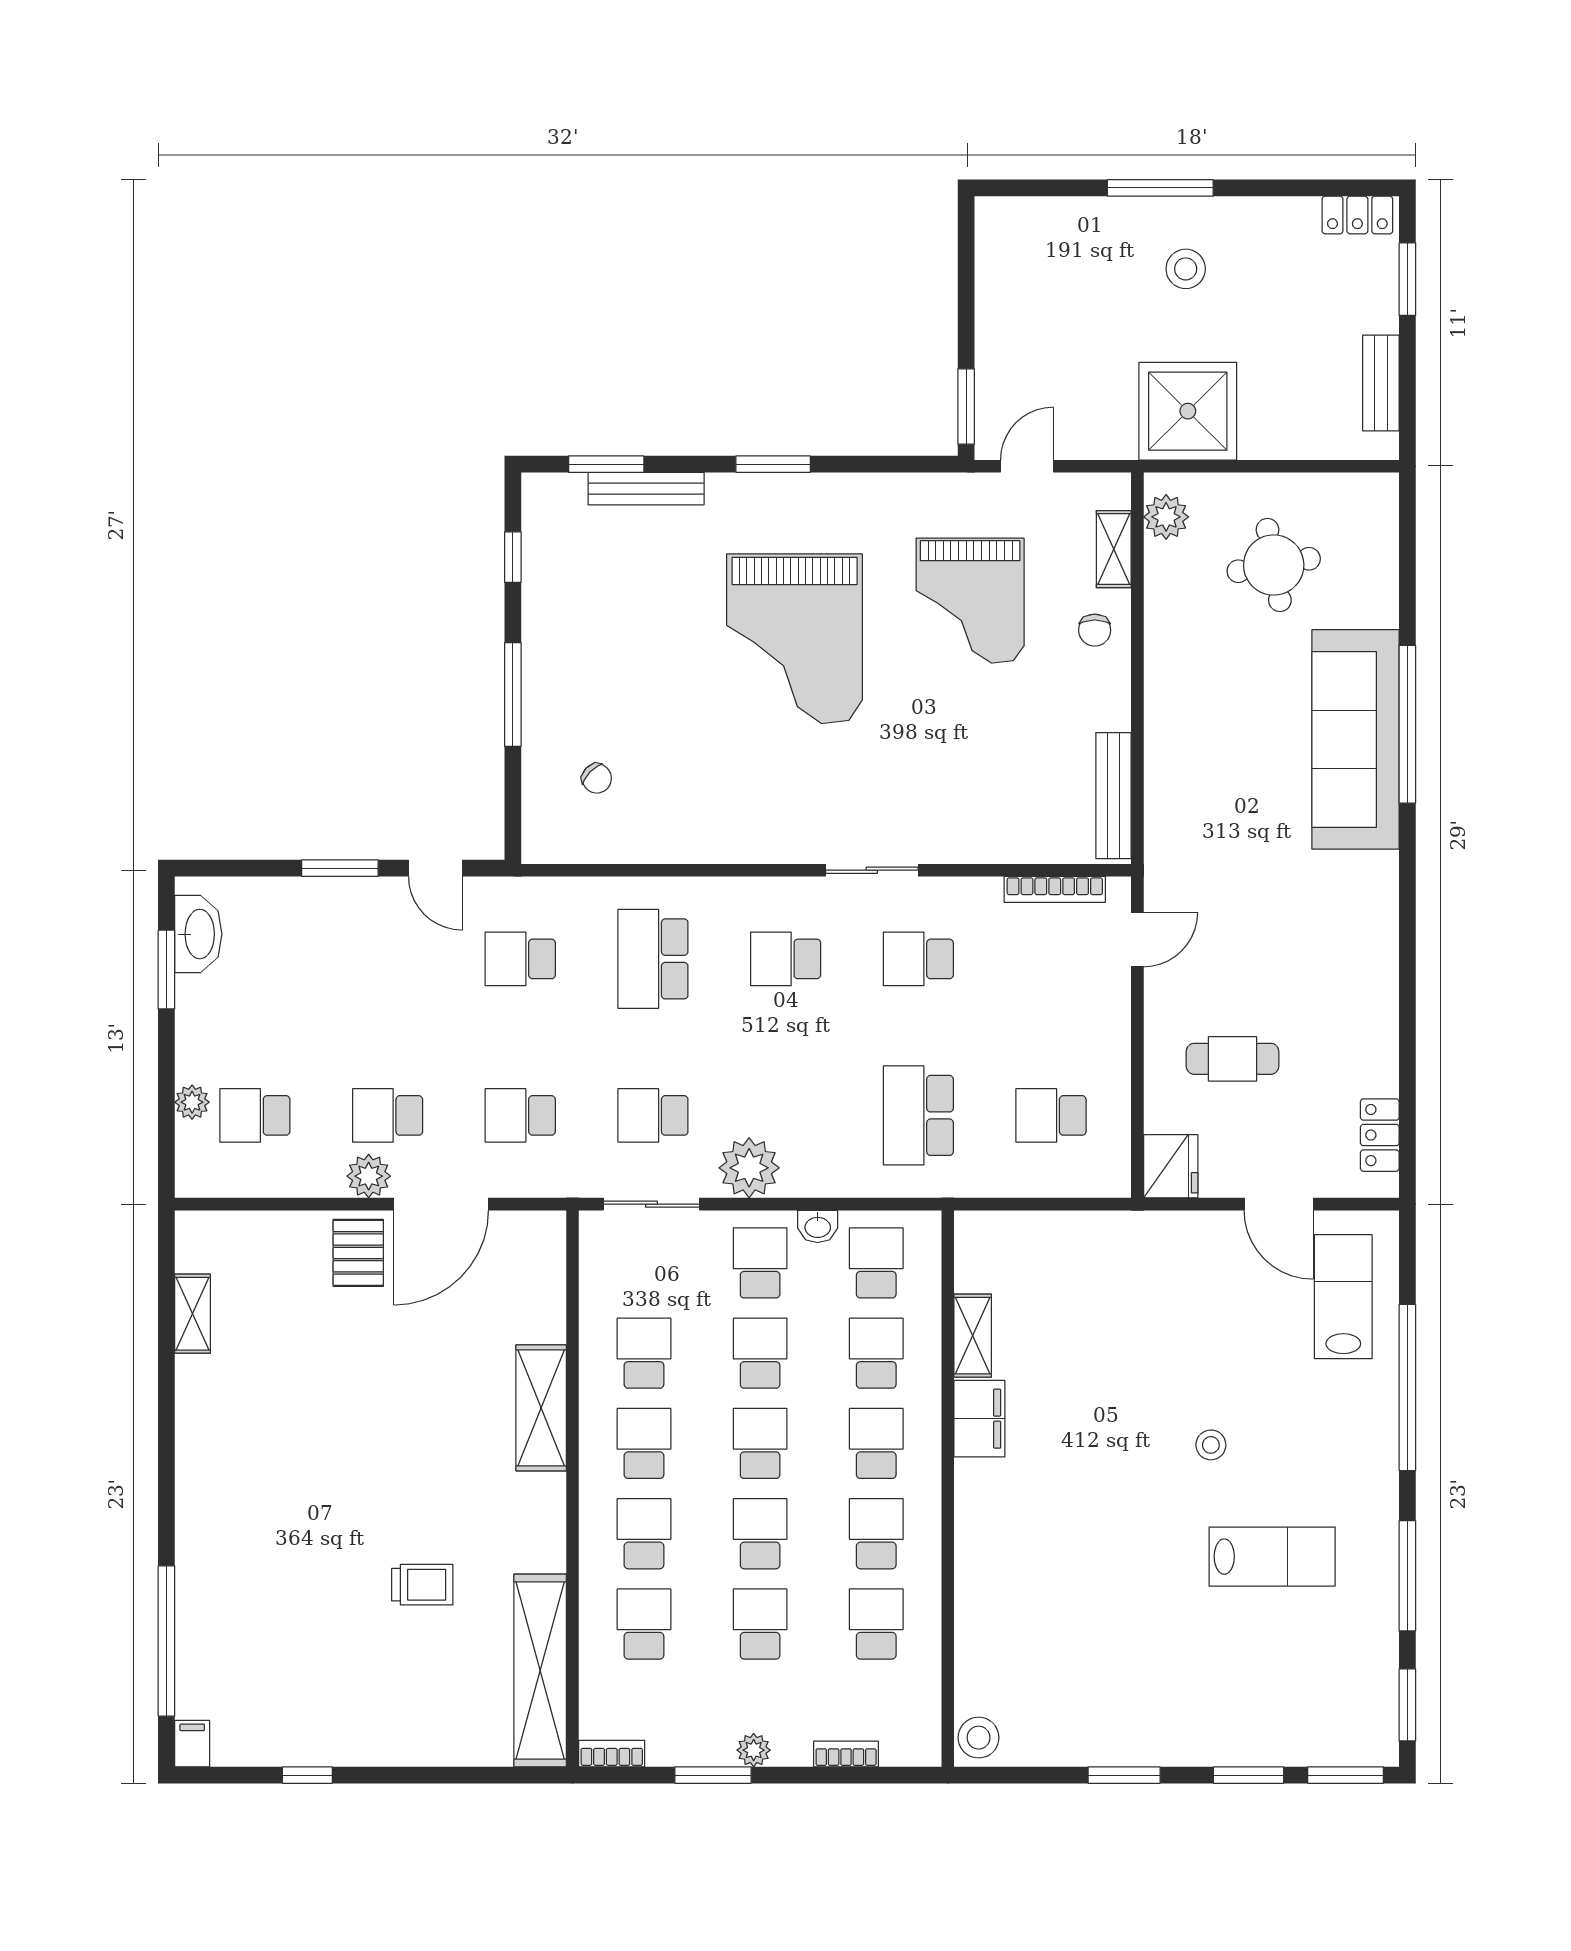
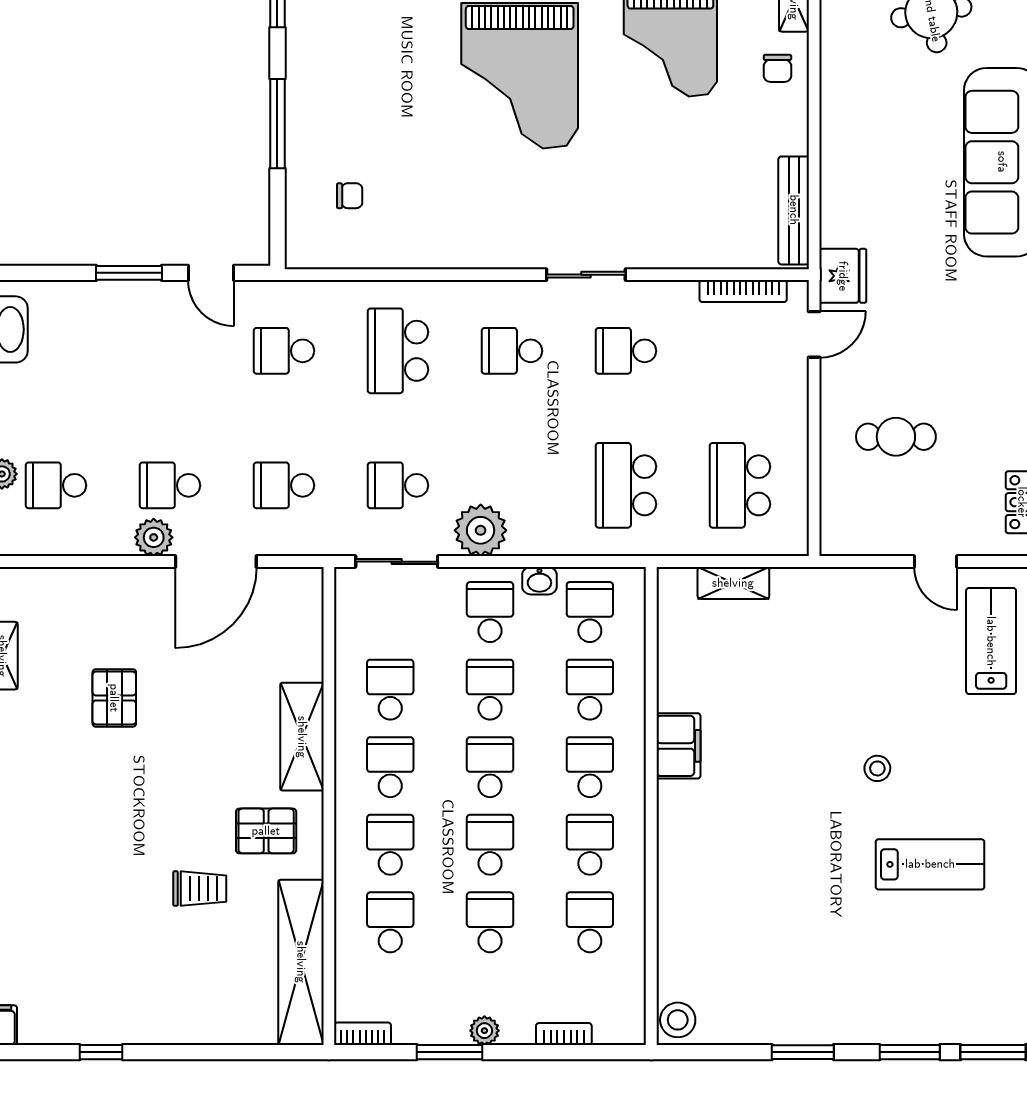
chair: (597, 778) -> (350, 196), turned -44
school desk: (1051, 1115) -> (740, 485), width x1.85
fridge: (1171, 1166) -> (843, 276), moved
door: (1279, 1204) -> (935, 562), width x0.73
pallet: (358, 1253) -> (114, 698), moved
shelving: (973, 1336) -> (733, 583), moved, turned 90
pallet: (500, 1518) -> (266, 831), added

